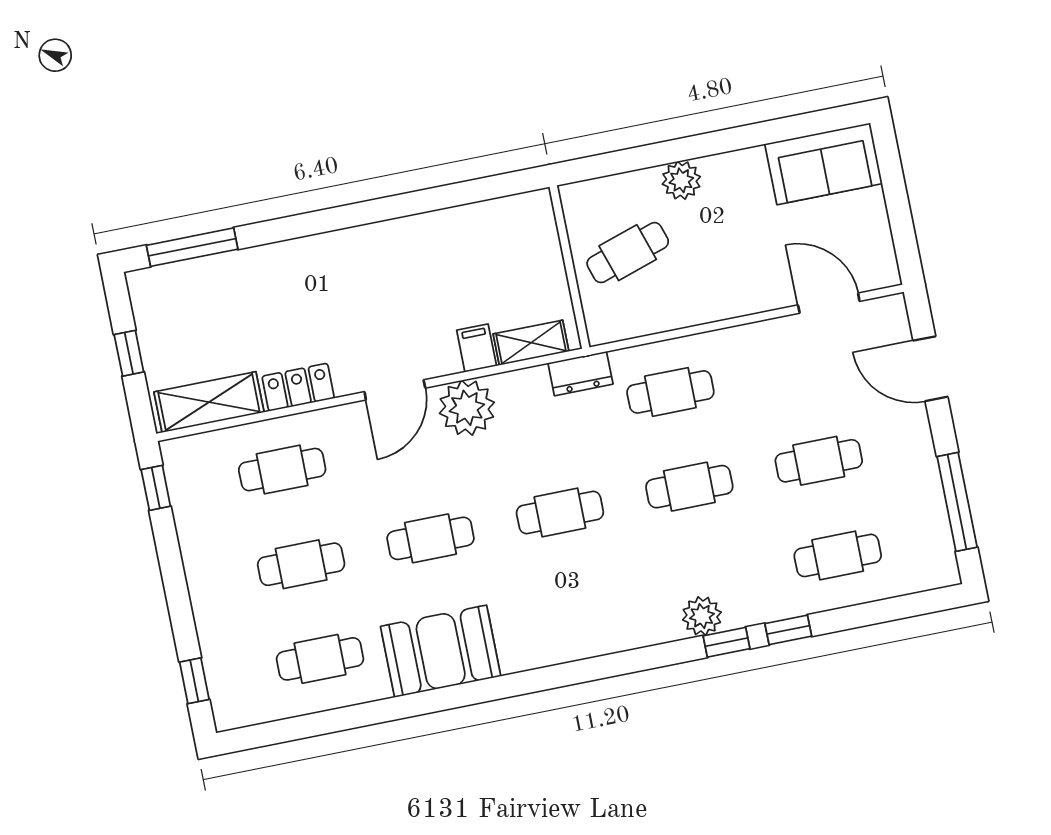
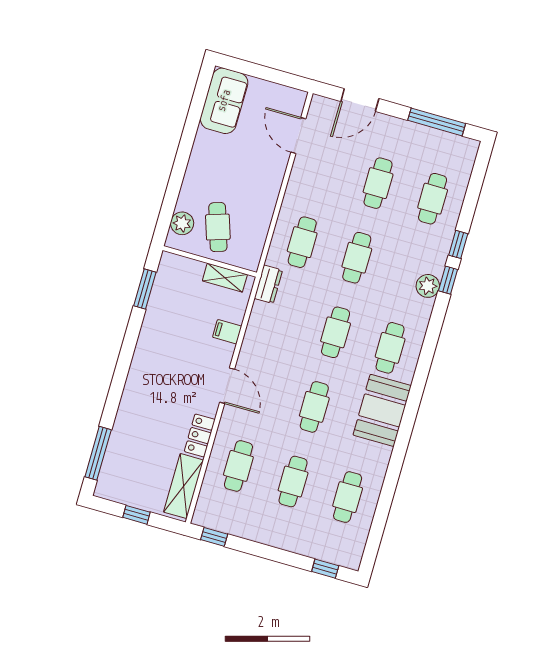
plant: (681, 180) -> (182, 223), moved
window: (477, 190) -> (145, 289), added
door: (829, 303) -> (298, 136), hinge flipped
shelving: (531, 343) -> (225, 278), moved, turned 90
plant: (467, 408) -> (256, 353), removed
cafe table: (579, 607) -> (390, 348), added
booth: (441, 651) -> (382, 410), moved

